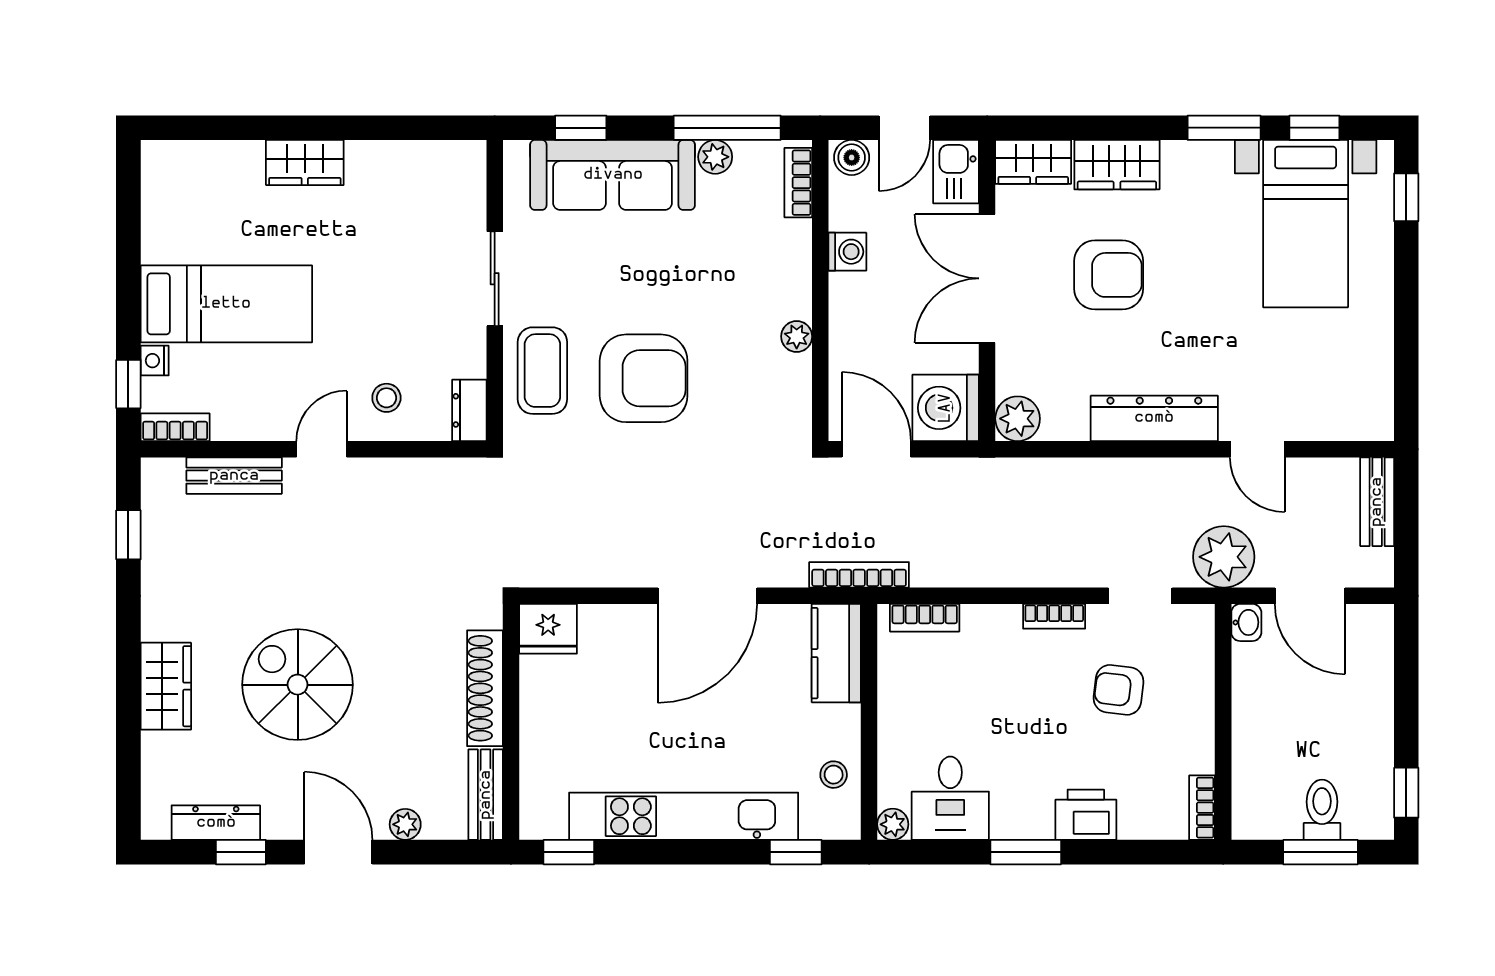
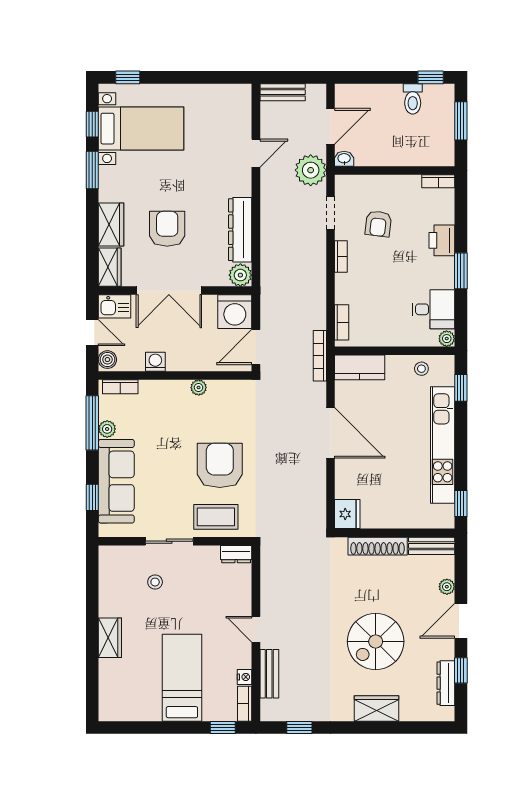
nightstand: (155, 361) -> (245, 677), moved, turned -90
stool: (386, 398) -> (155, 582), moved
dresser: (1154, 418) -> (240, 230), moved
toilet: (1322, 810) -> (413, 99), moved, turned -90

